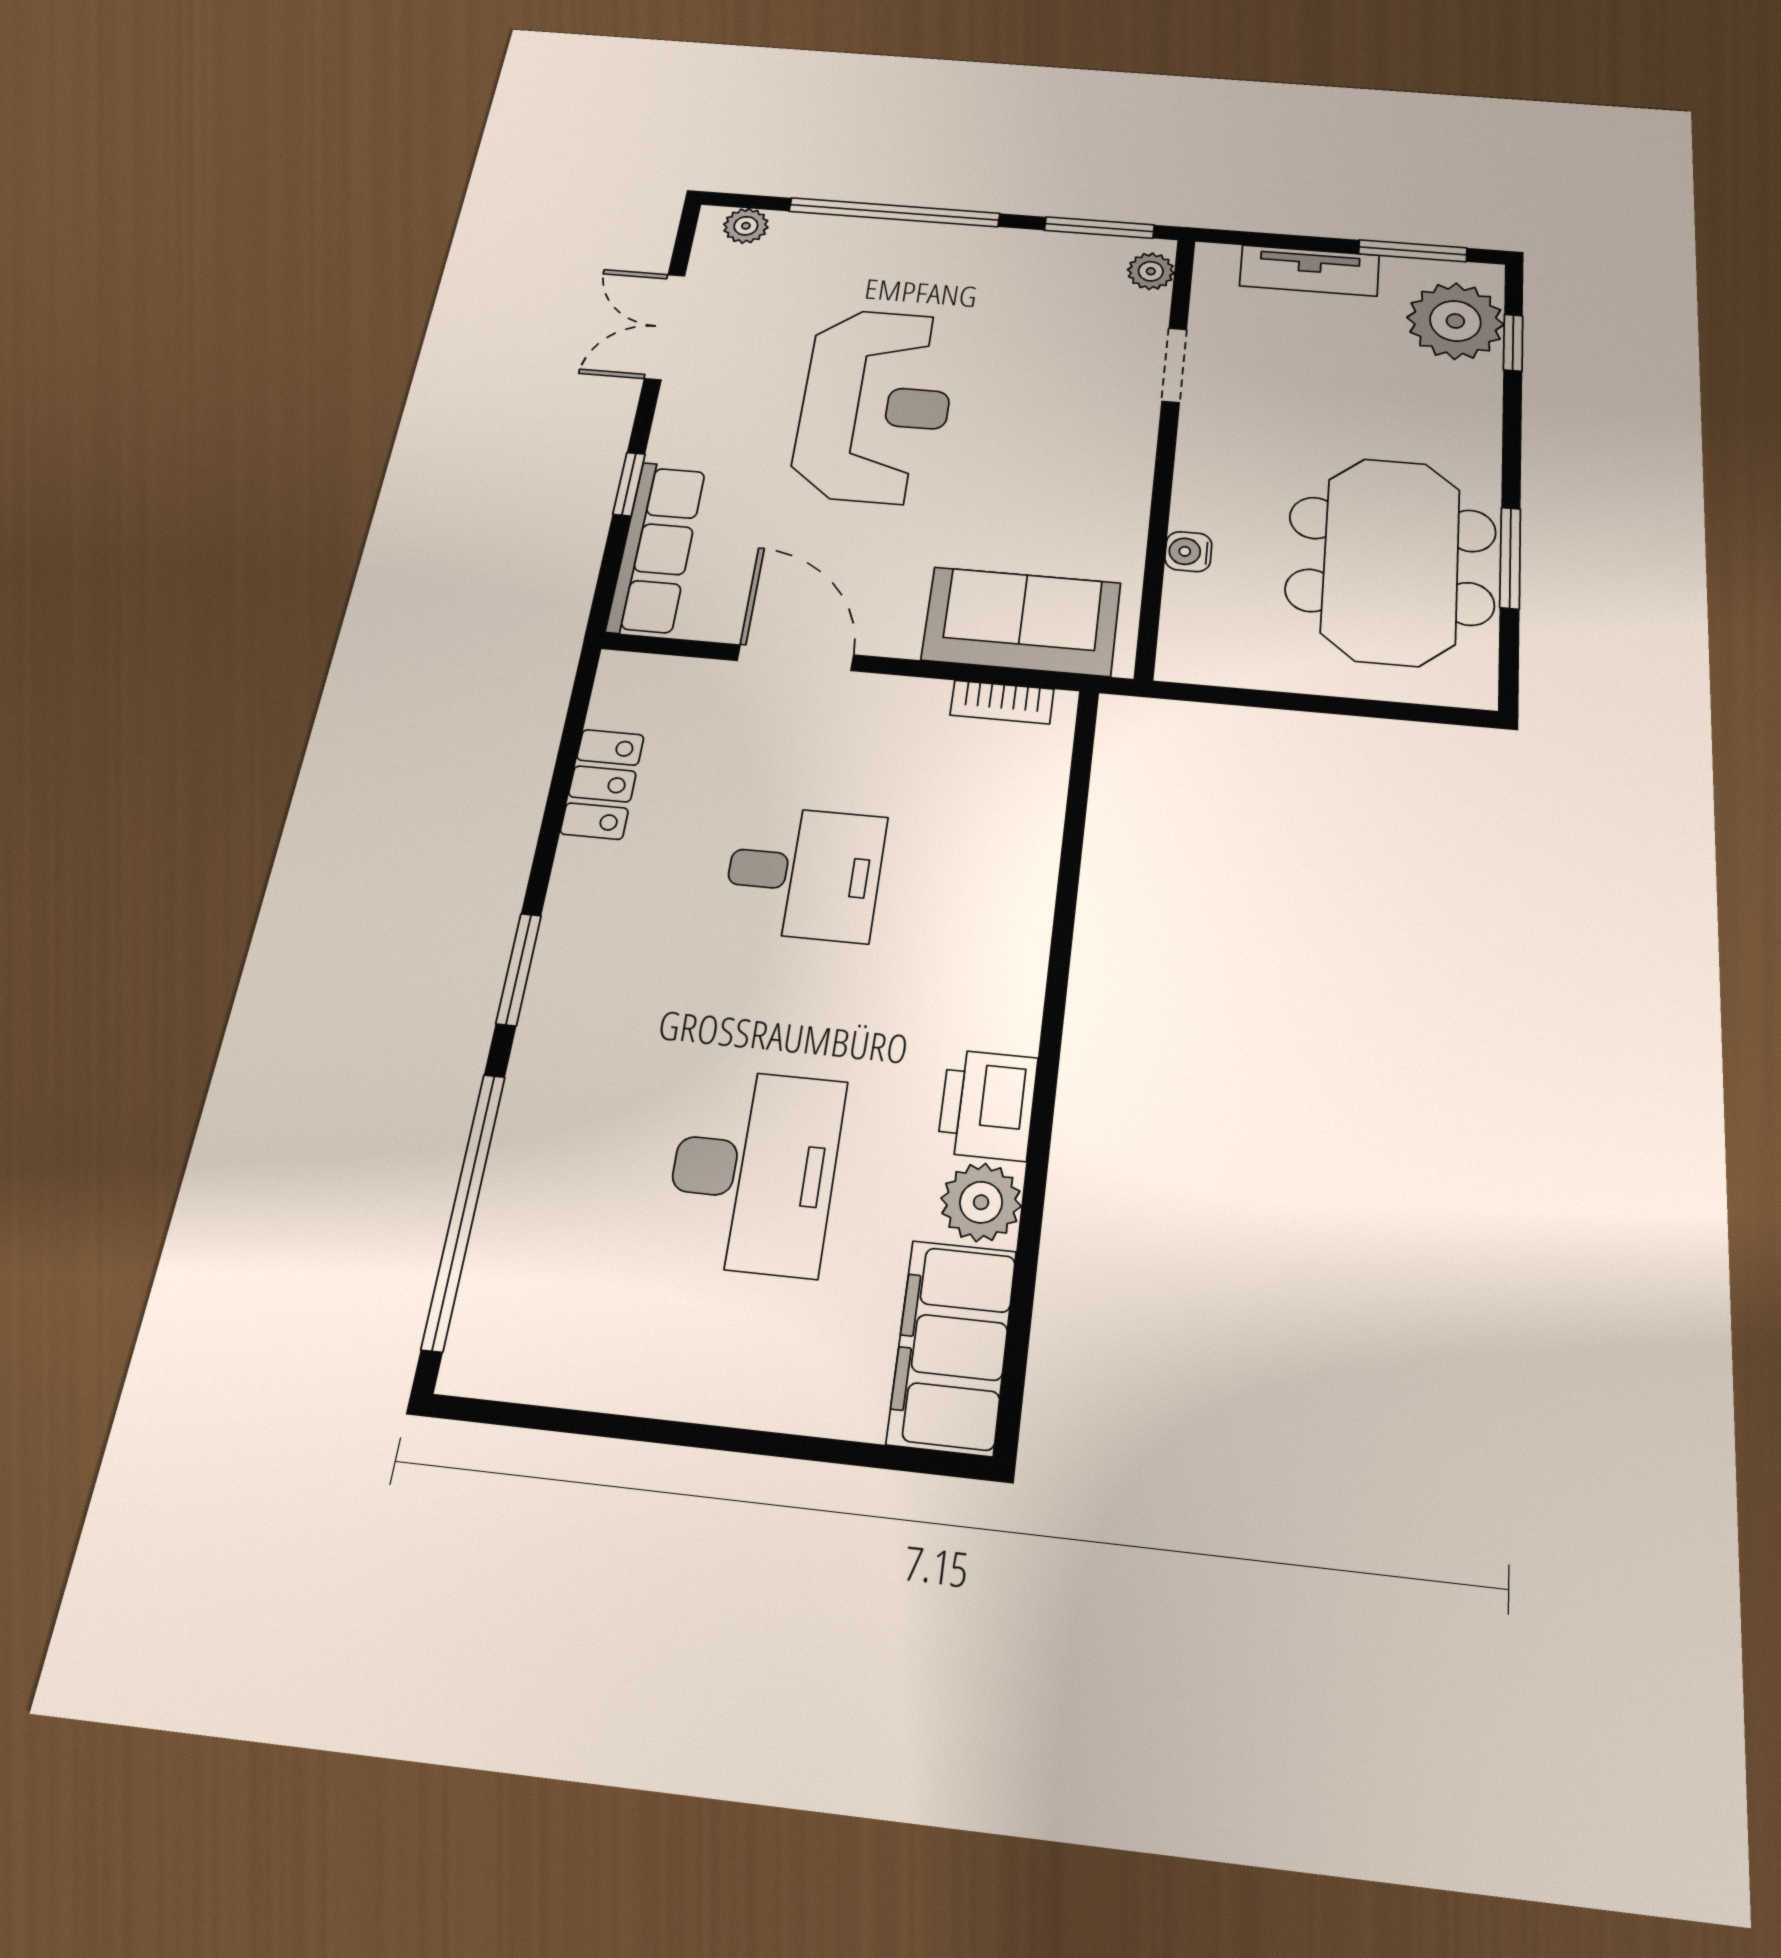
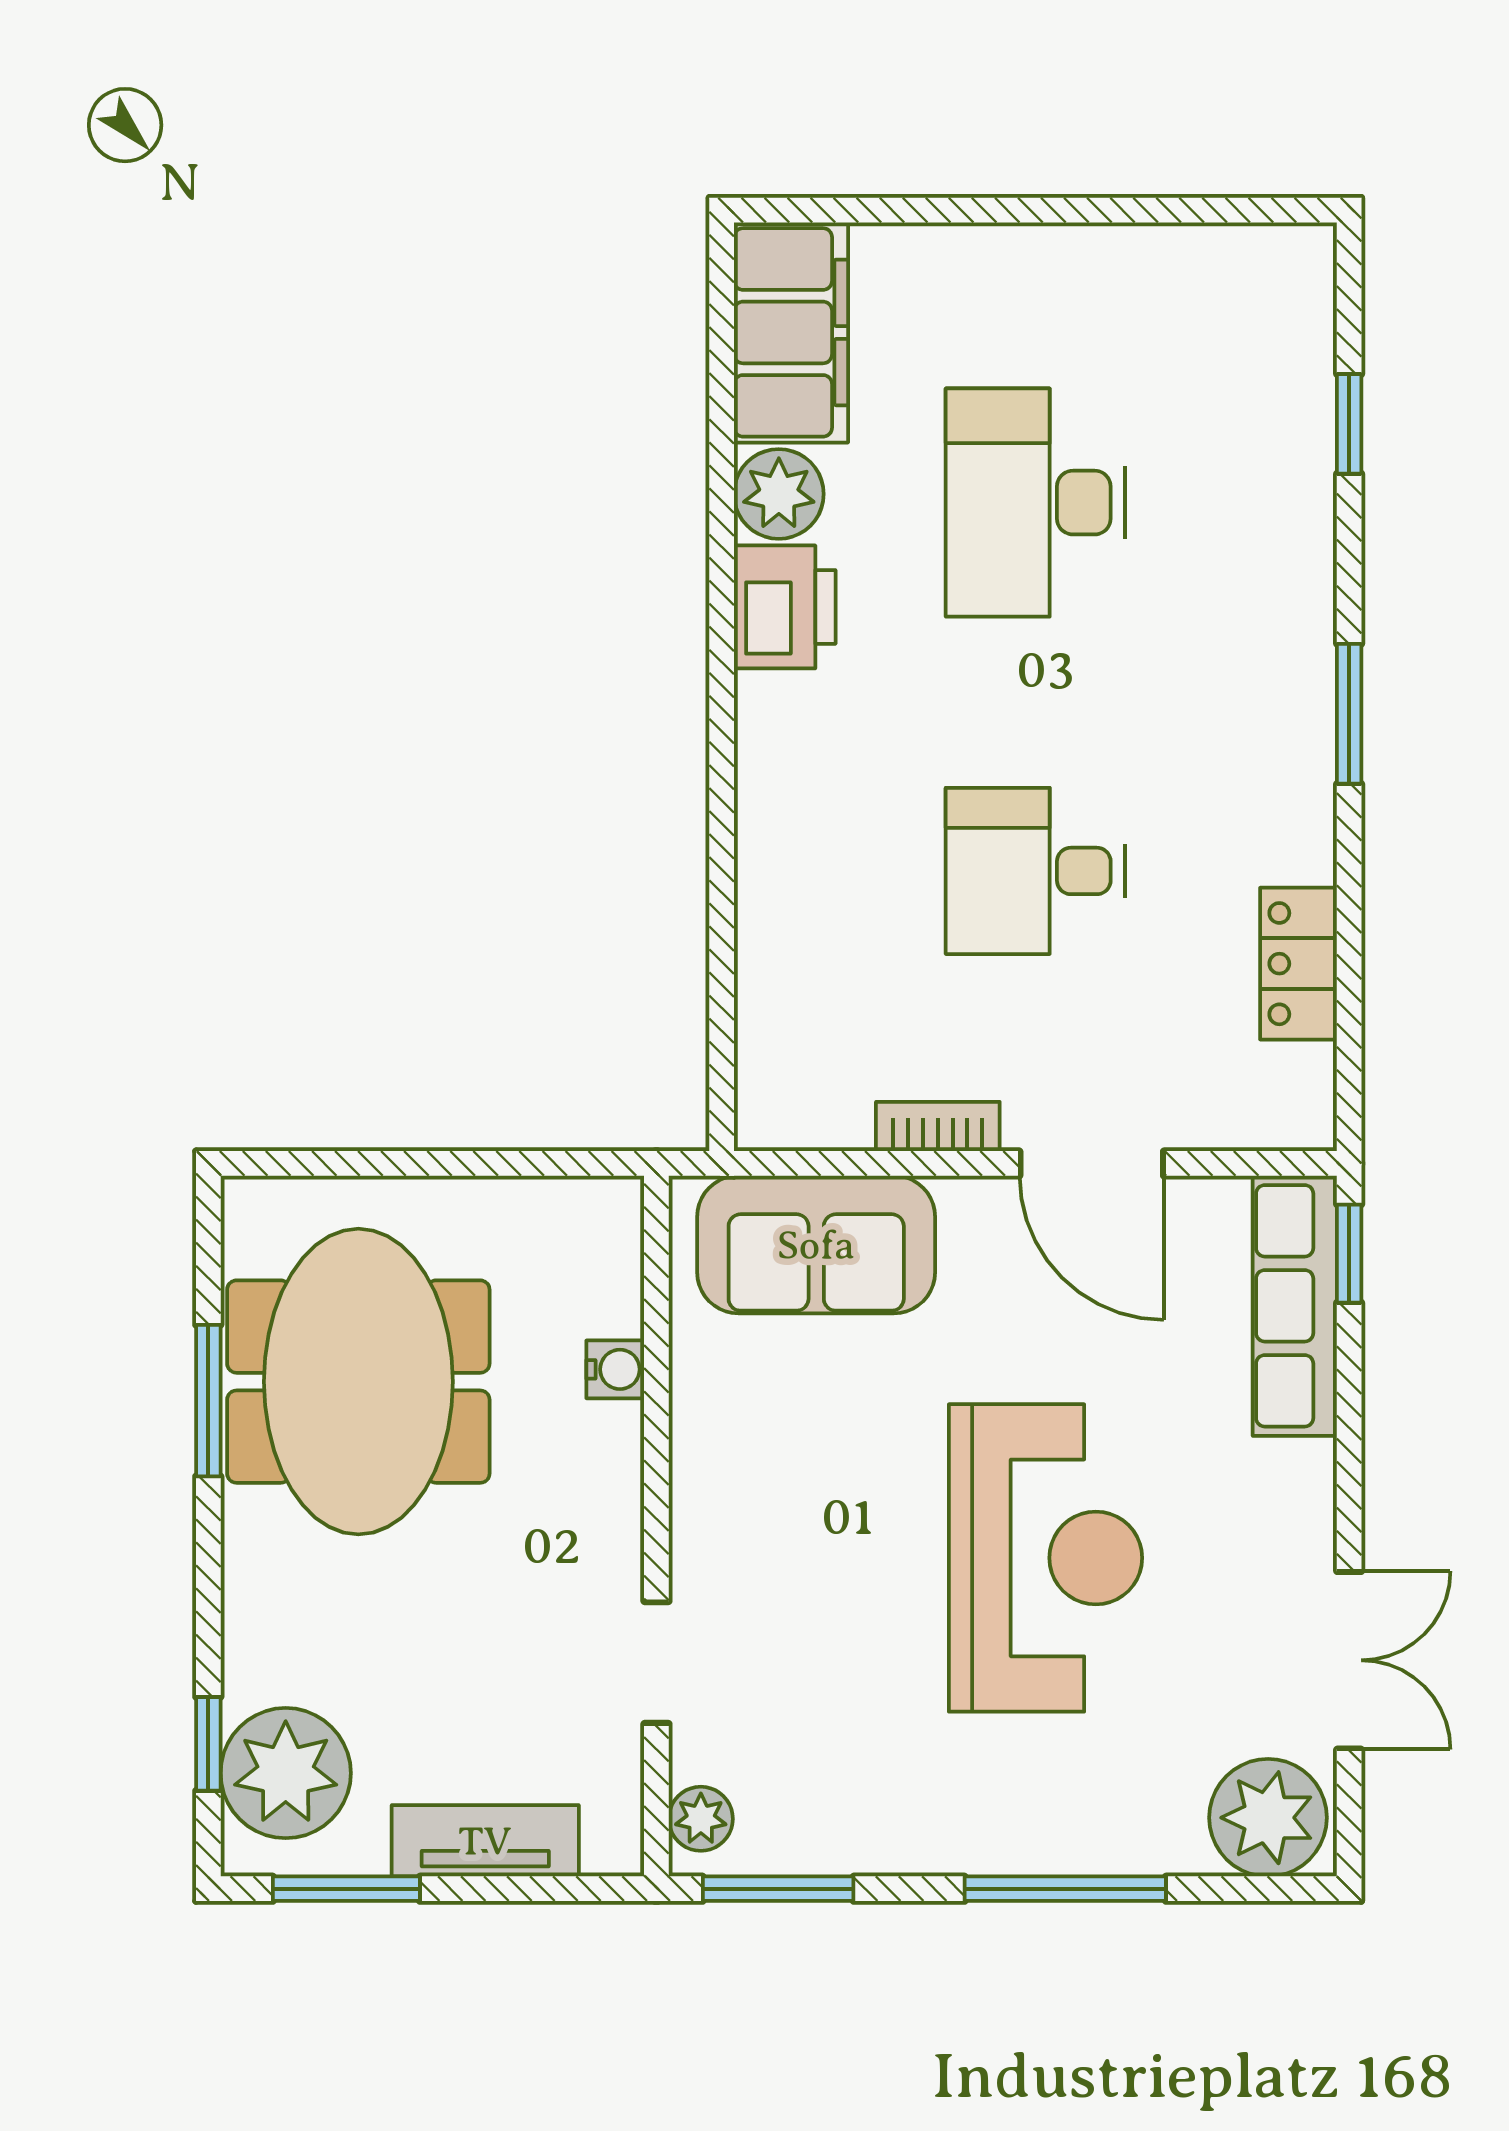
window: (894, 212) -> (1065, 1889), width x0.68
plant: (746, 226) -> (1268, 1818), width x1.88, depth x1.88
reception desk: (875, 405) -> (1045, 1558), turned 180
window: (629, 484) -> (1349, 1254), moved
bookcase: (1002, 702) -> (938, 1127), moved
window: (464, 1210) -> (1349, 424), width x0.32

